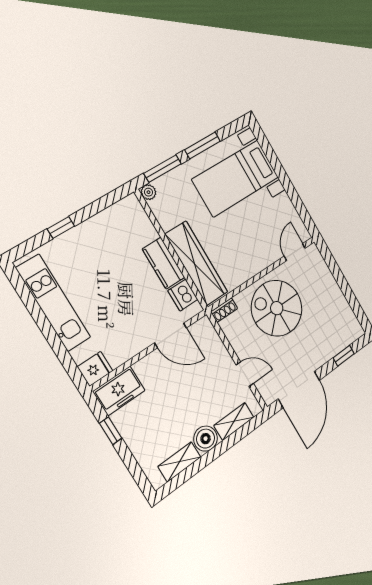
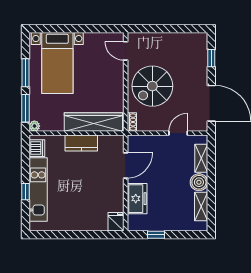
dishwasher: (183, 295) -> (37, 148), moved, turned -90
kitchen unit: (53, 303) -> (38, 190), moved, turned 90
freezer: (119, 391) -> (137, 199), moved

